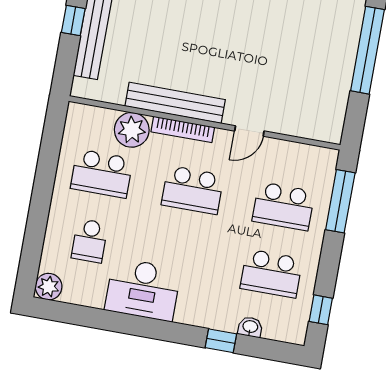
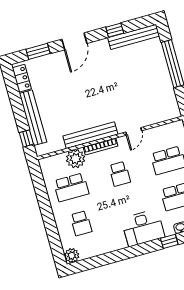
window: (73, 20) -> (26, 138), moved
school desk: (193, 190) -> (120, 174), width x0.54
desk: (143, 290) -> (143, 228), moved

